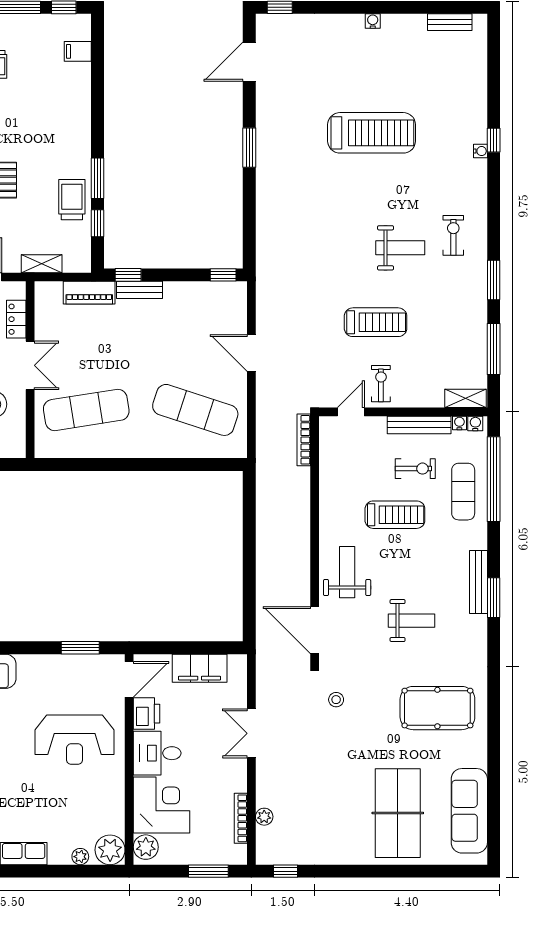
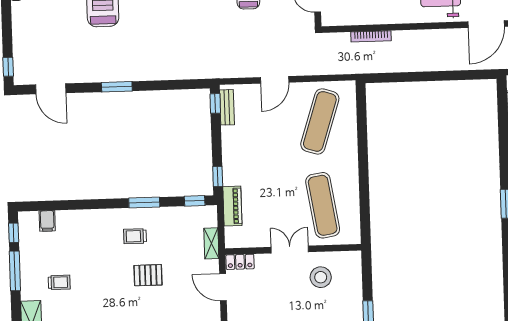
trolley: (72, 200) -> (135, 236), moved, width x0.73, depth x0.72
window: (98, 223) -> (195, 201), moved
bench: (140, 290) -> (227, 107), moved
locker: (16, 319) -> (240, 262), moved
bookcase: (304, 440) -> (371, 36), moved

